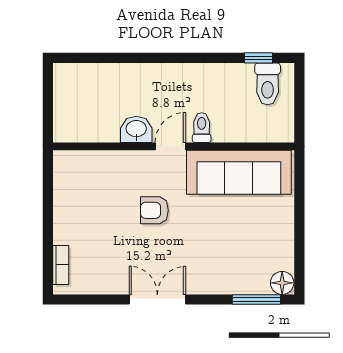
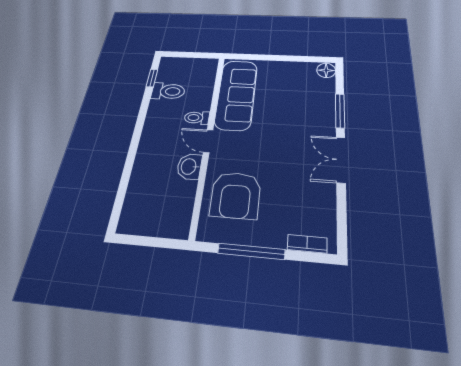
toilet: (268, 84) -> (168, 91), moved
window: (48, 209) -> (251, 251), added
armchair: (154, 210) -> (236, 195), moved, width x1.88, depth x1.88
window: (256, 300) -> (340, 111), moved

